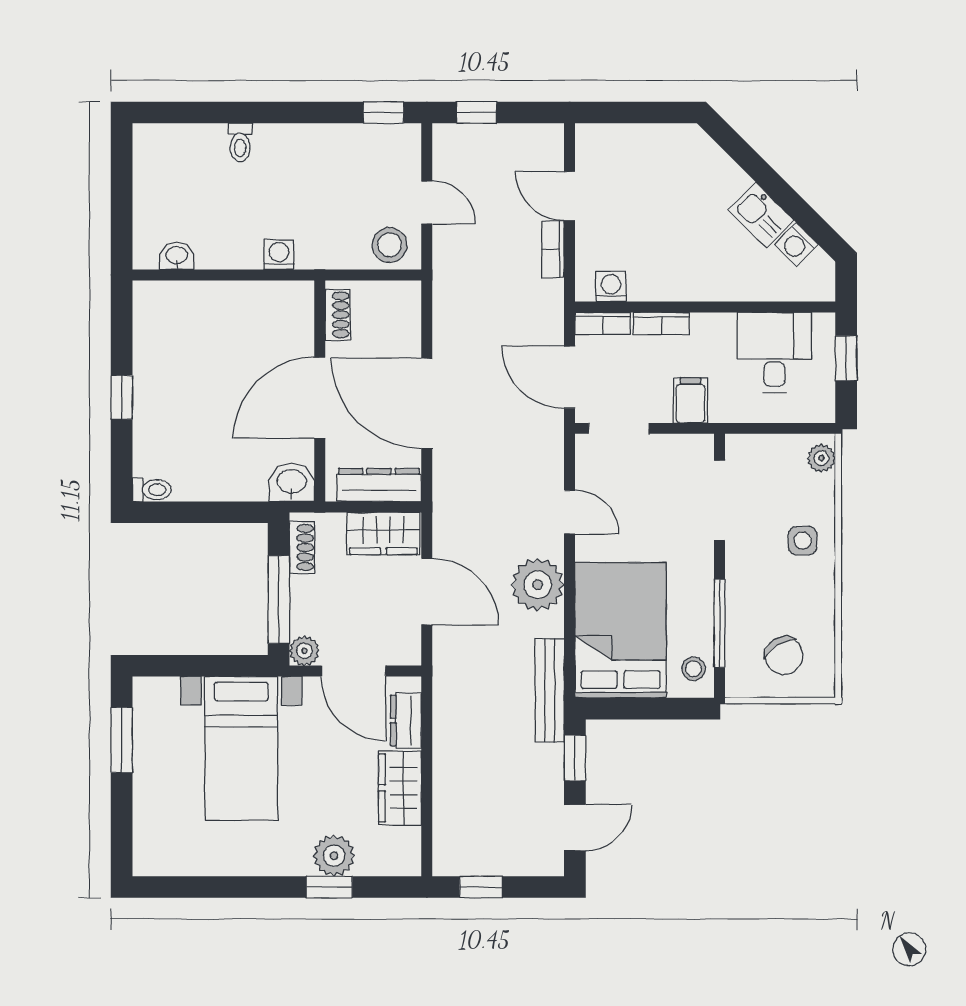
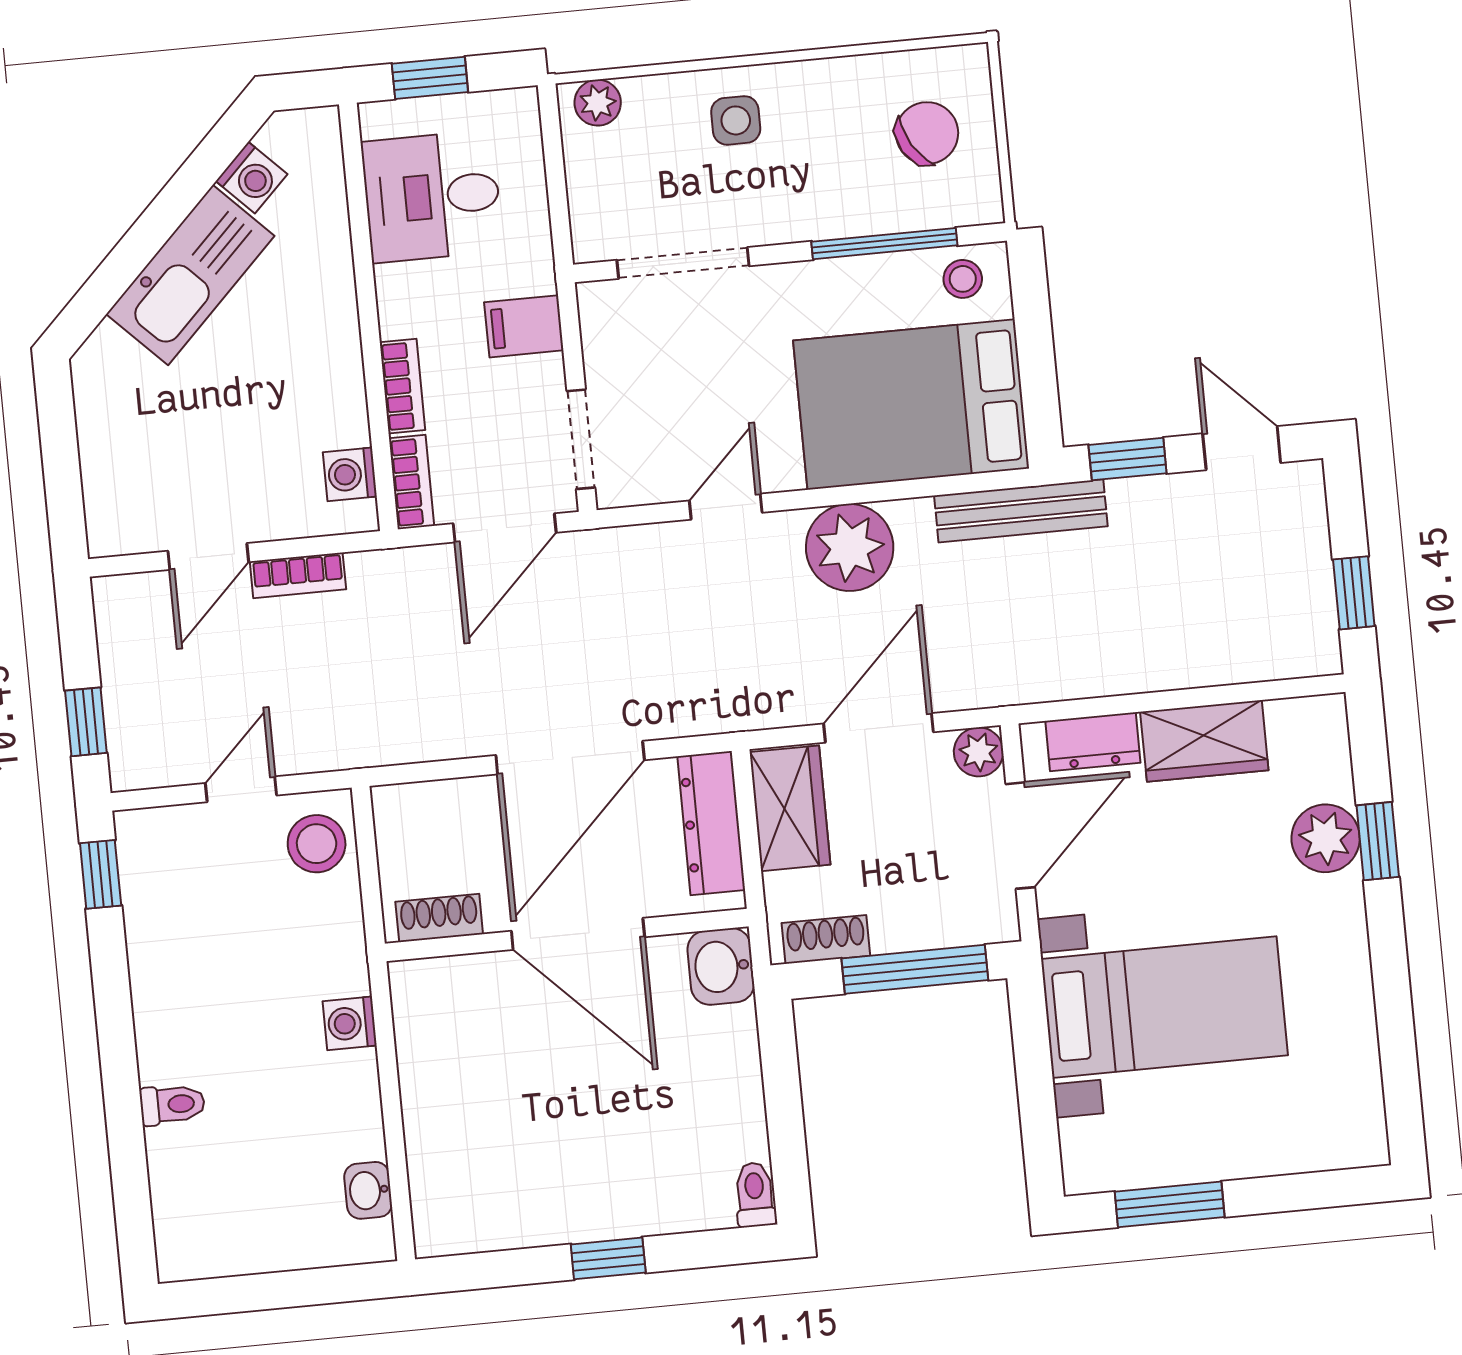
kitchen sink: (761, 215) -> (190, 275), width x1.88, depth x1.24
plant: (304, 651) -> (979, 752), moved

